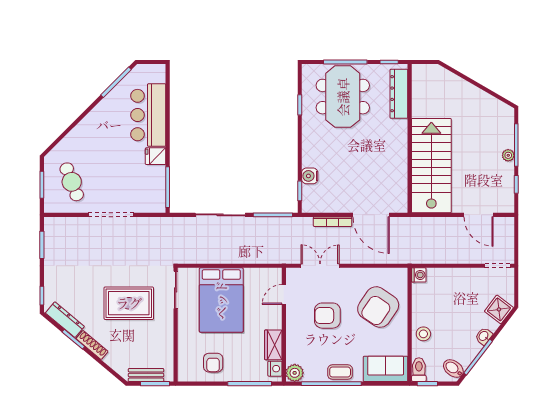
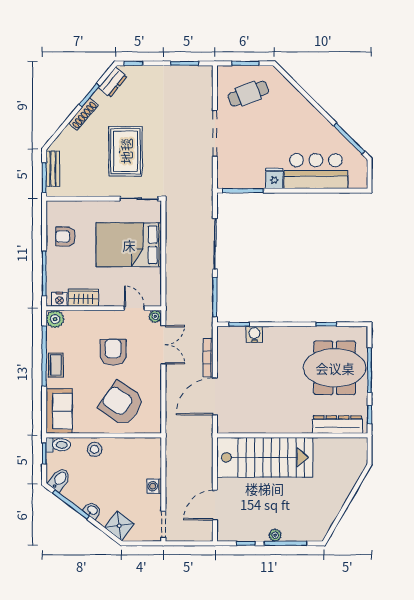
plant: (292, 274) -> (155, 316), added
washing machine: (419, 275) -> (154, 486), moved, turned 90
dresser: (65, 320) -> (113, 82), width x0.70

